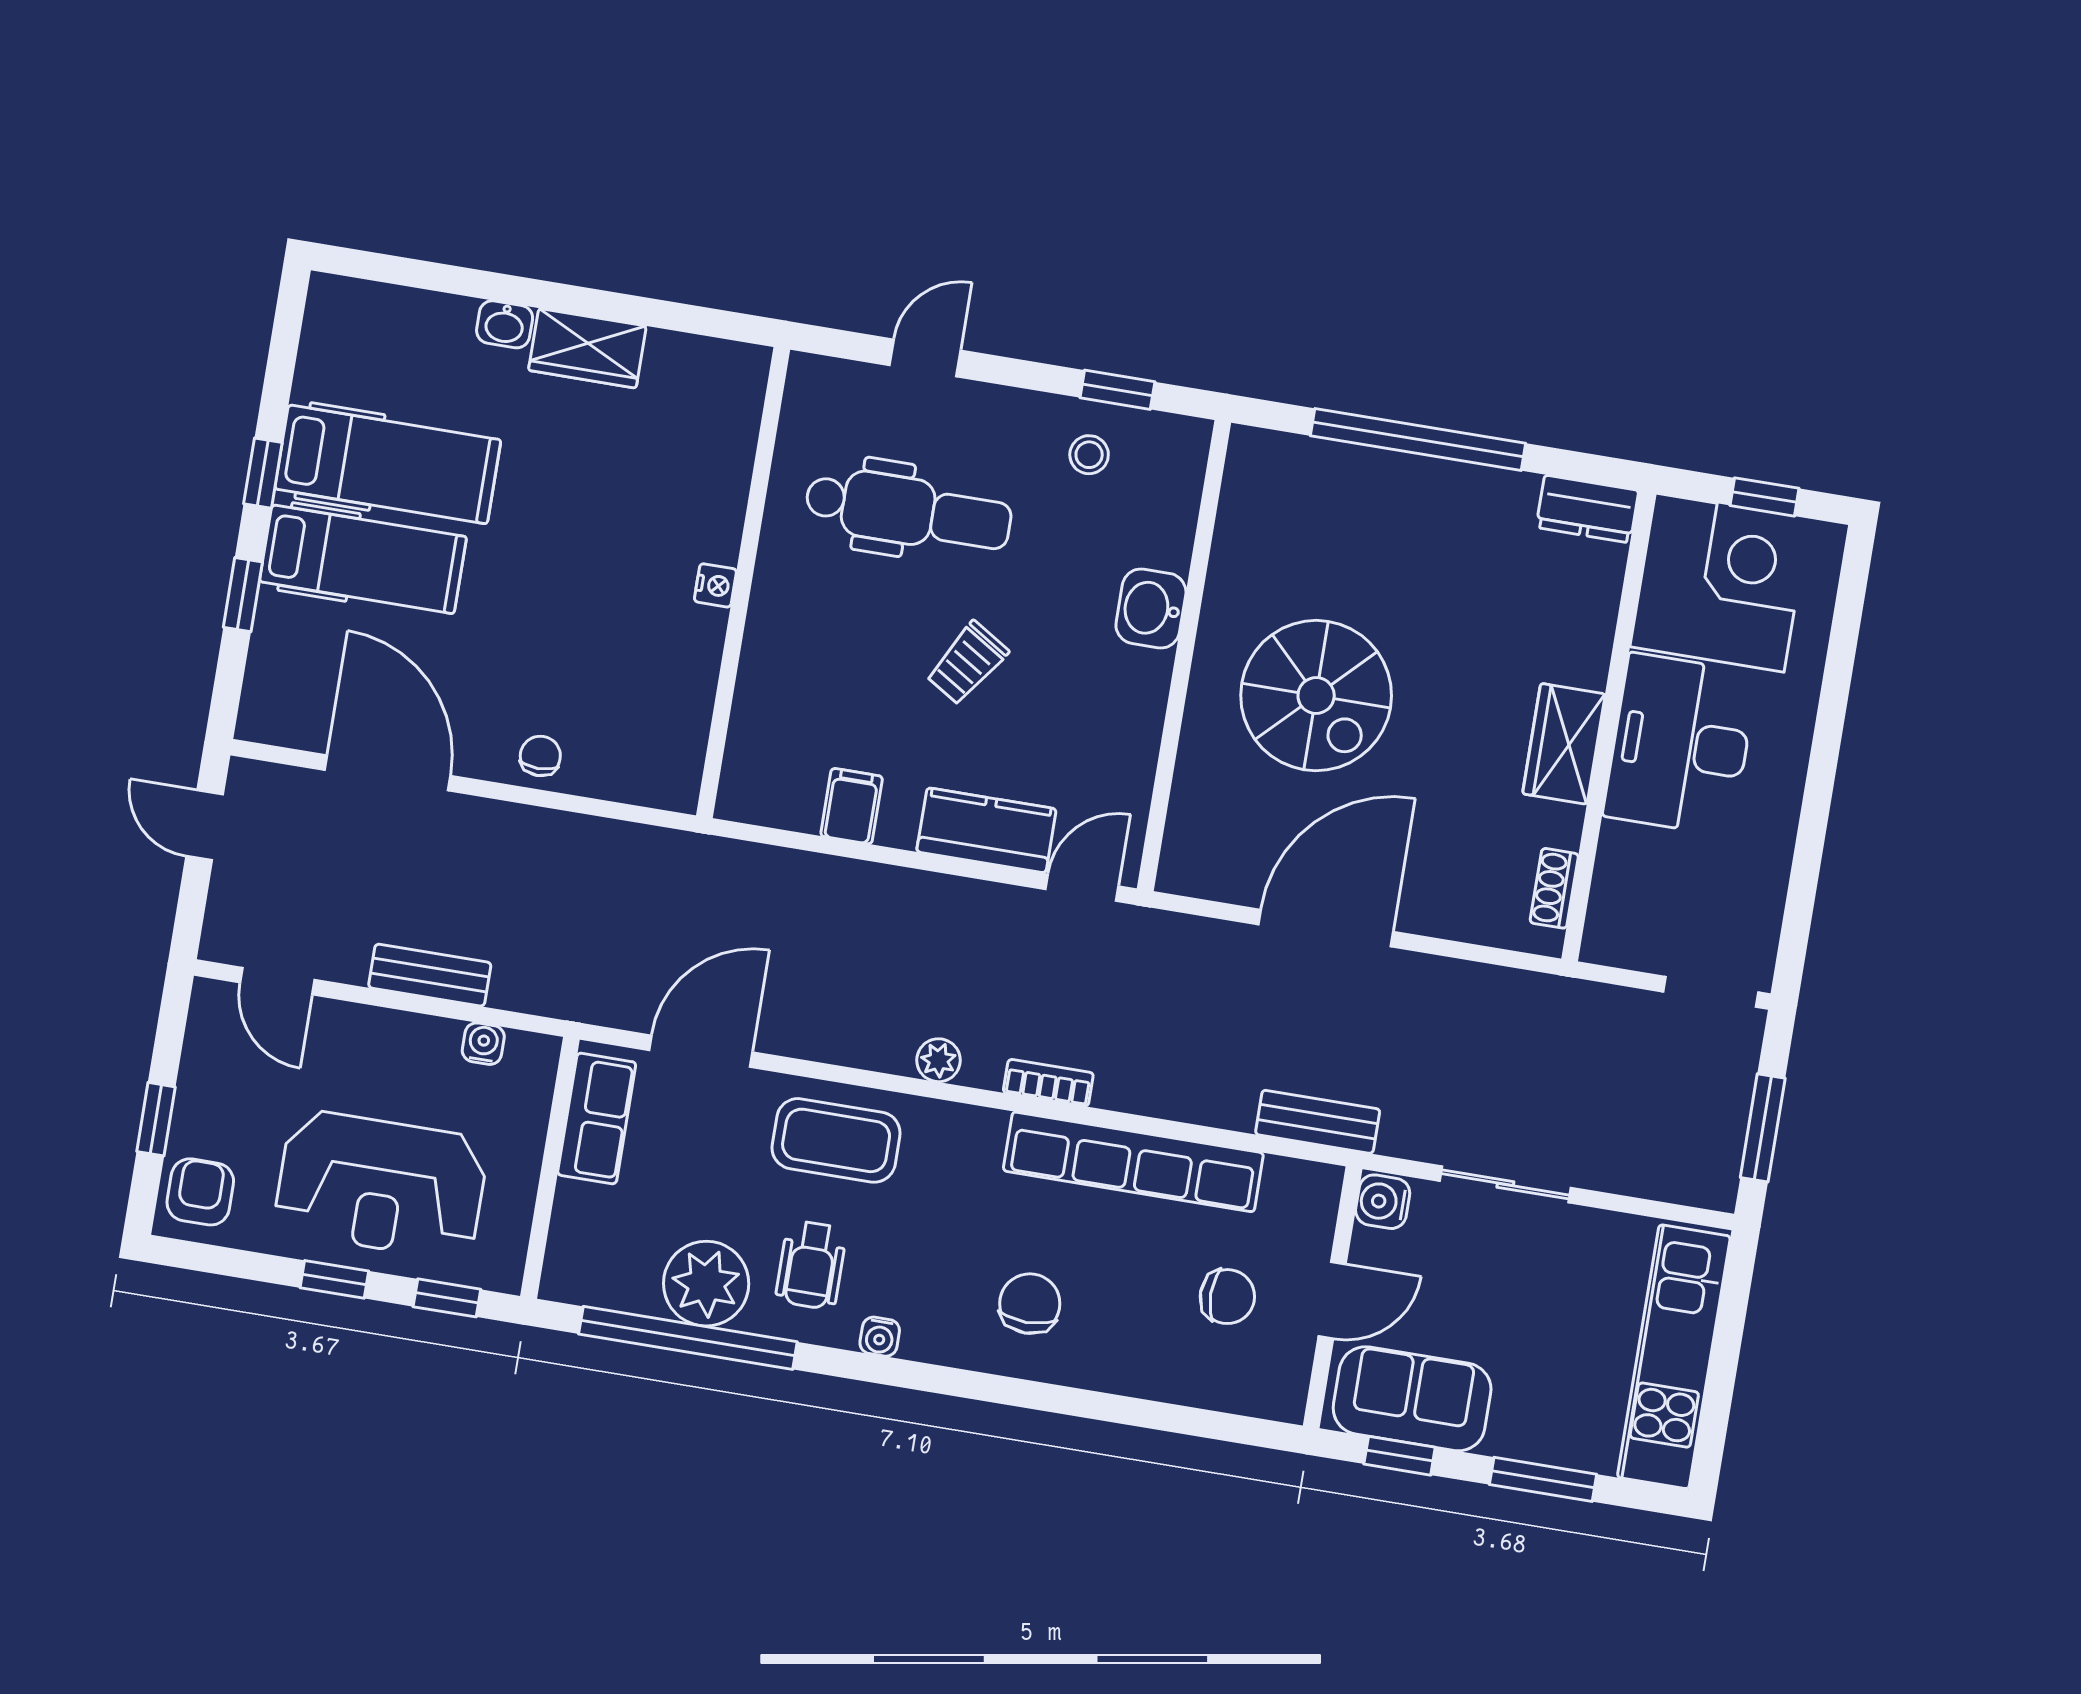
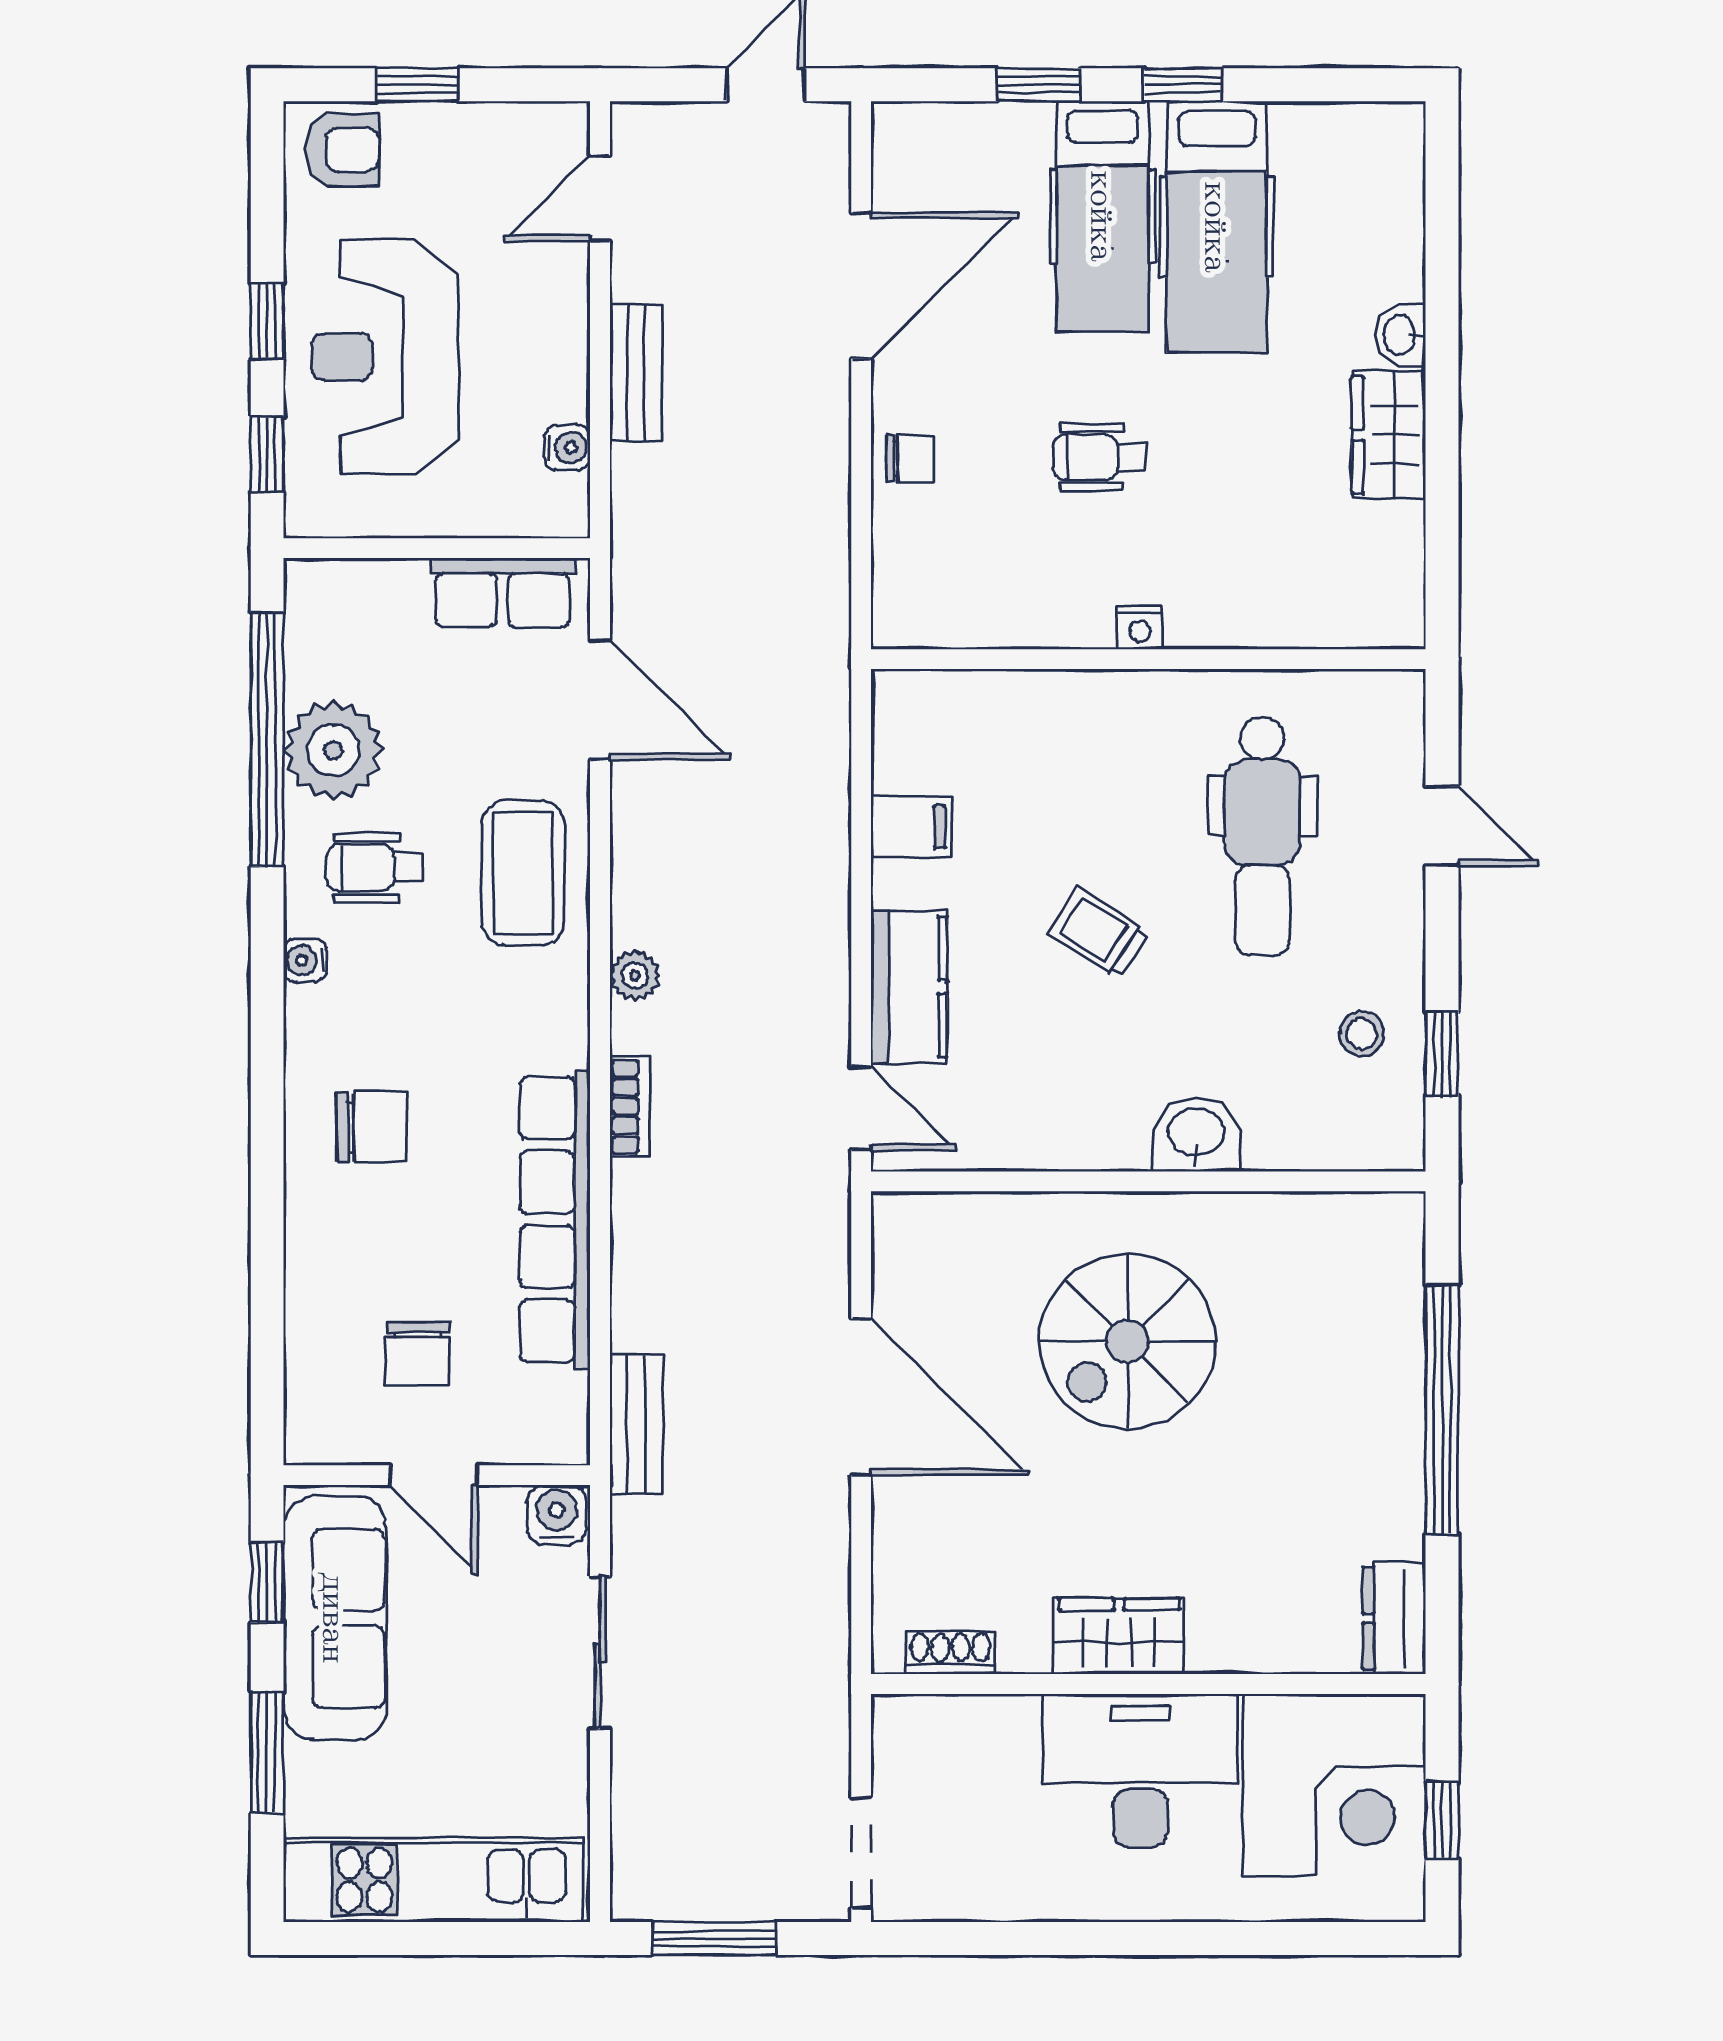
wheelchair: (566, 596) -> (1099, 457), added
sofa: (1412, 1399) -> (335, 1618), width x1.36

